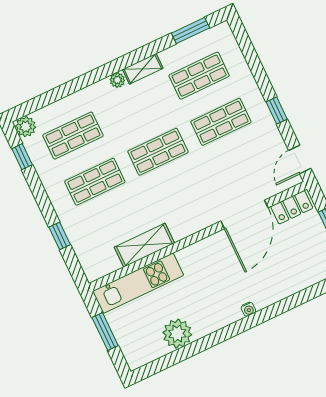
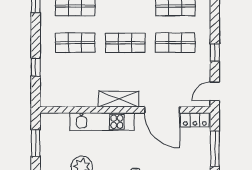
door: (244, 214) -> (162, 110), hinge flipped
shelving: (144, 245) -> (119, 99), moved
kitchen unit: (138, 283) -> (102, 122), moved

